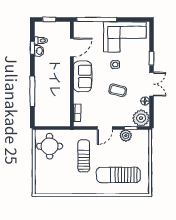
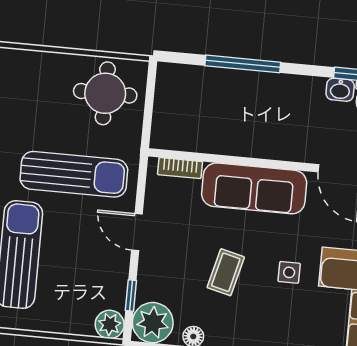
sofa: (83, 76) -> (254, 188), width x1.36
plant: (126, 136) -> (110, 324), moved
sun lounger: (84, 156) -> (74, 174), width x1.36, depth x1.34

